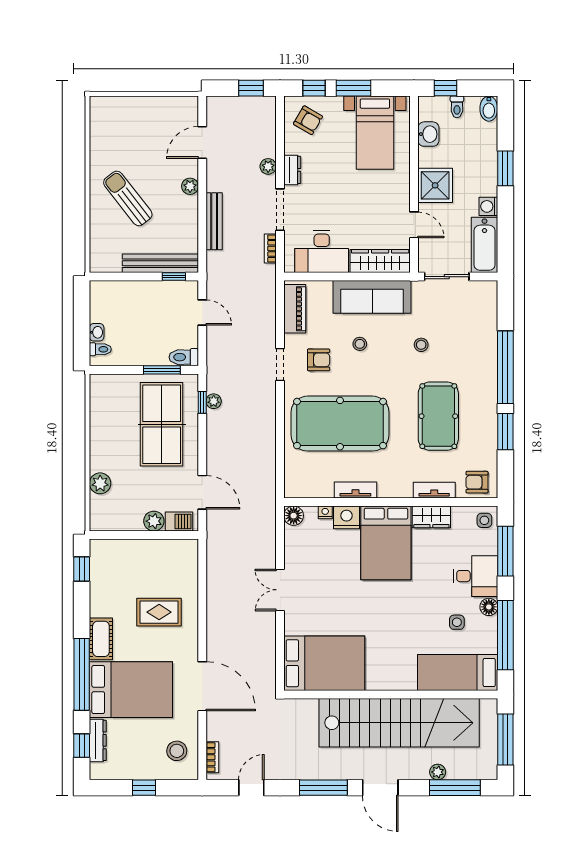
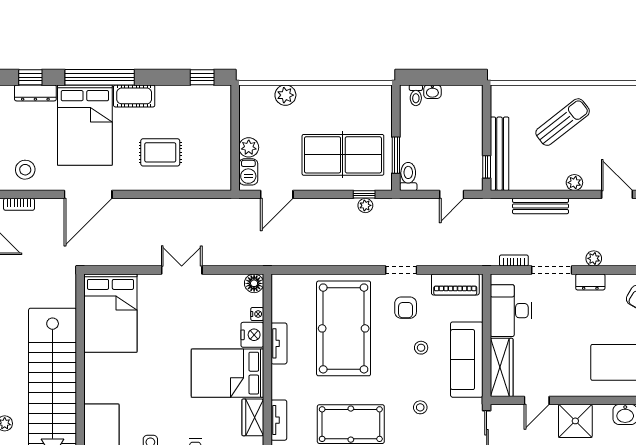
rug: (159, 612) -> (160, 152), turned 90

